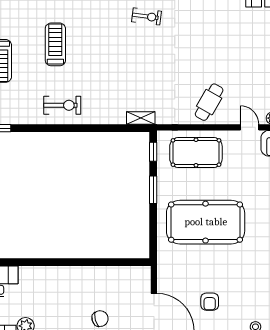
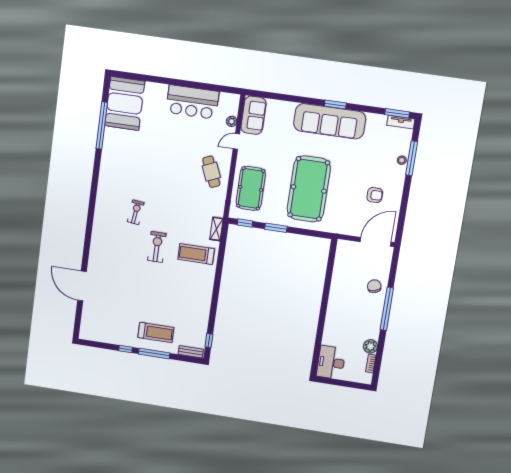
treadmill: (55, 44) -> (196, 254), moved
cafe table: (209, 102) -> (211, 172), turned 37
exercise bike: (62, 105) -> (157, 247), moved

